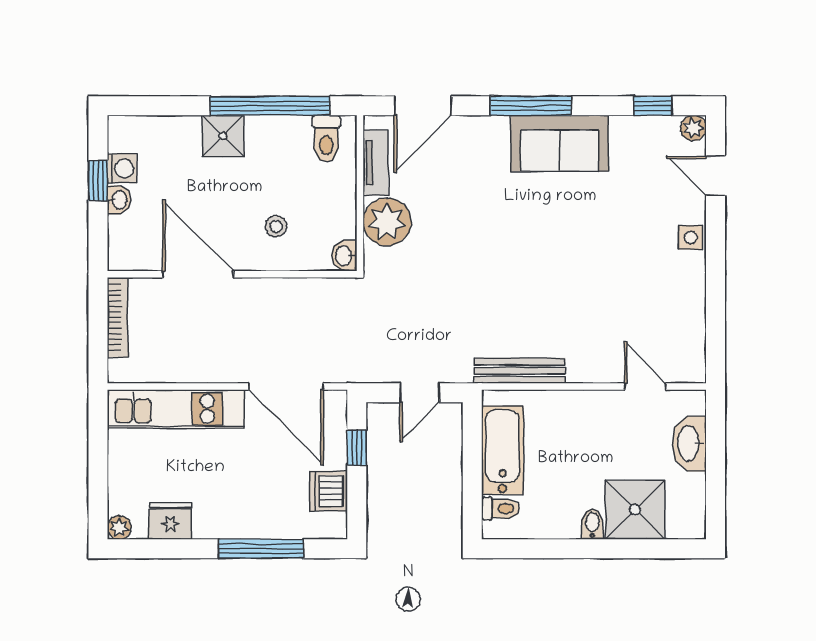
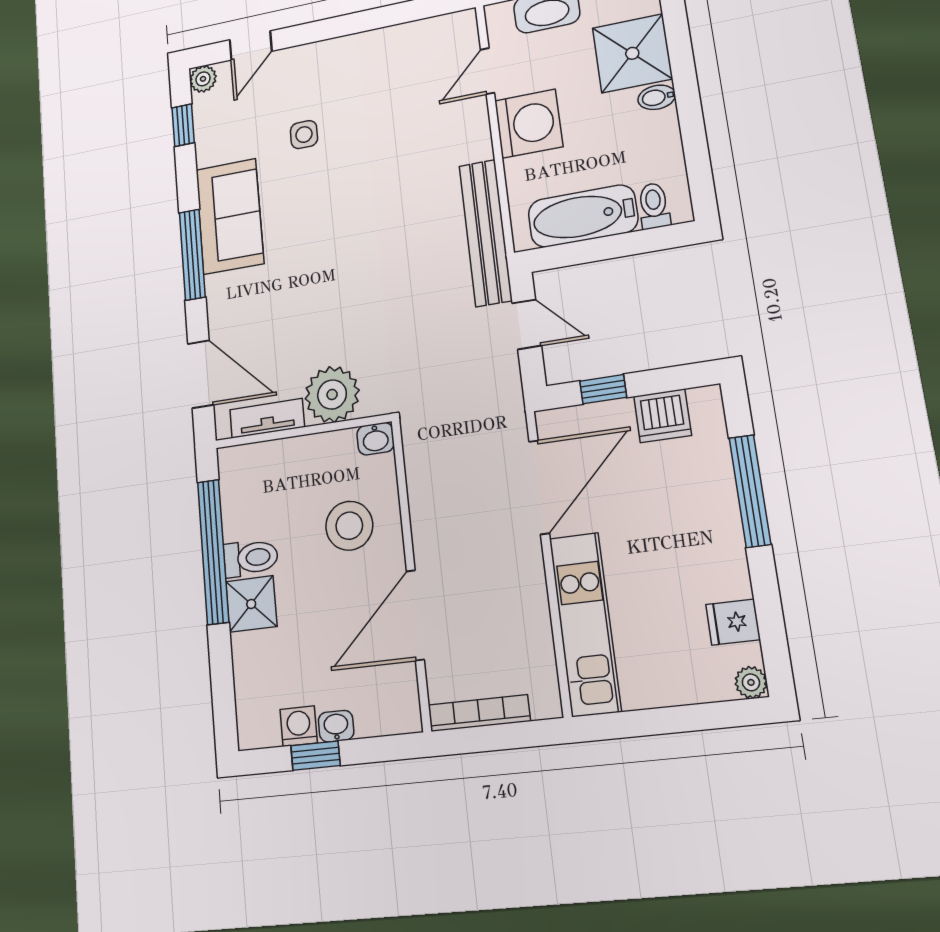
toilet: (326, 139) -> (251, 558), moved
stool: (276, 226) -> (349, 526), width x1.89, depth x1.89
side table: (690, 237) -> (304, 135), moved
bench: (520, 371) -> (485, 233), width x1.37, depth x1.21
washing machine: (591, 416) -> (529, 124), added
fridge: (170, 521) -> (733, 622), width x0.72

